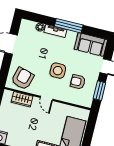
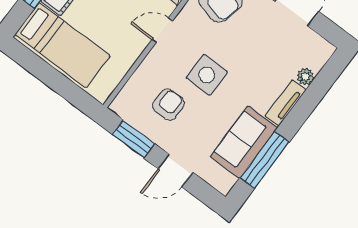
window: (69, 26) -> (265, 160), moved
sofa: (91, 44) -> (244, 142), moved

